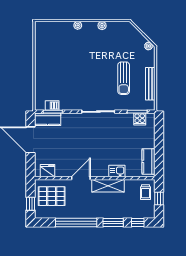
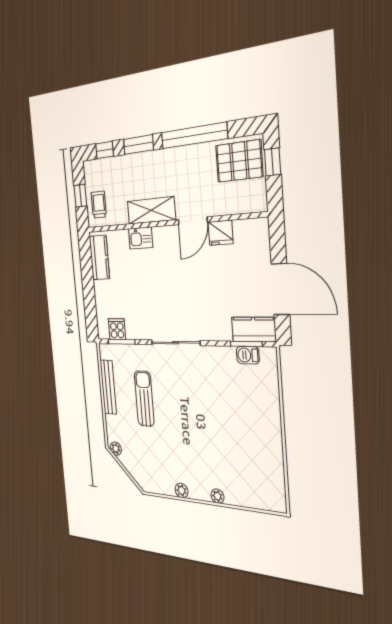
fridge: (47, 171) -> (221, 233), moved
pallet: (52, 196) -> (239, 161), moved

